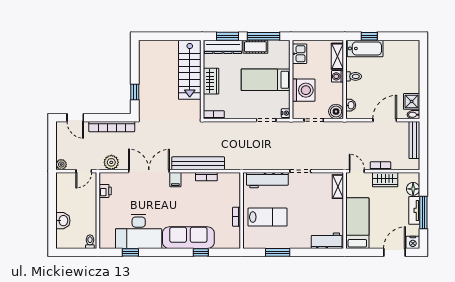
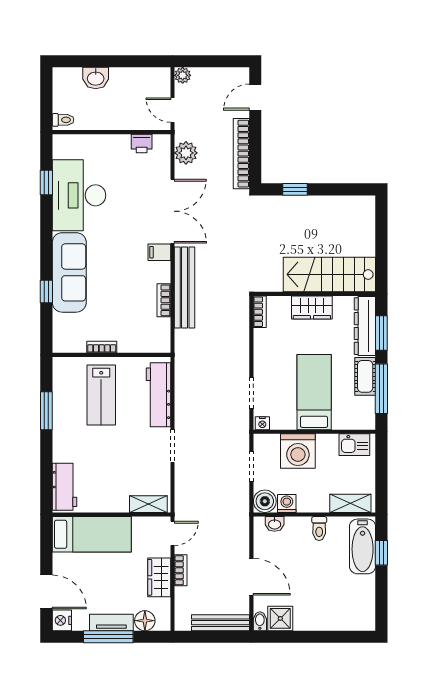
washing machine: (337, 76) -> (287, 503), moved

